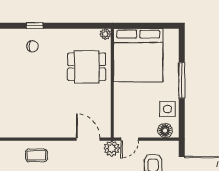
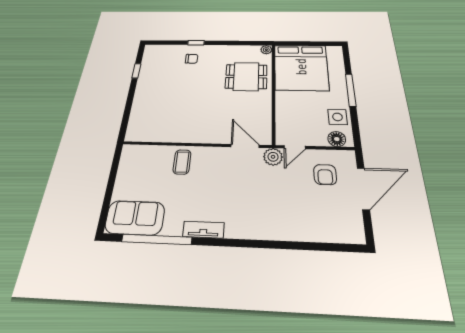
coffee table: (36, 155) -> (182, 162), turned 90

